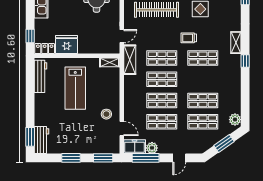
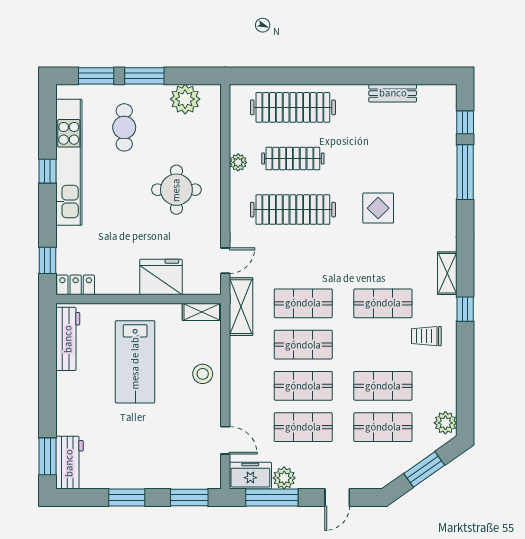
trolley: (189, 38) -> (426, 336), moved
fridge: (67, 45) -> (161, 277), moved
stool: (106, 114) -> (203, 374), moved

